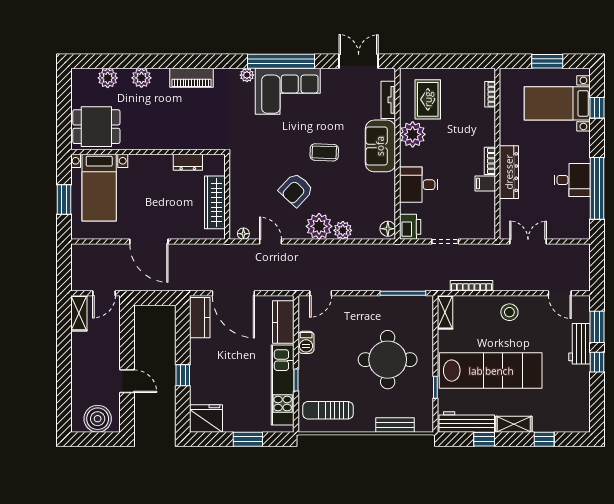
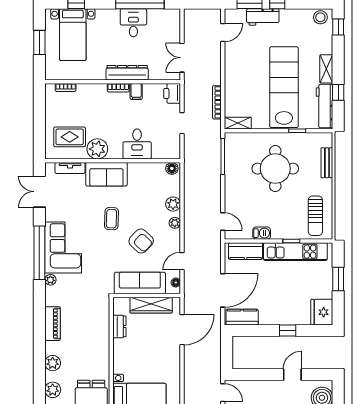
sofa: (243, 188) -> (140, 283), added
plant: (319, 226) -> (175, 223), width x0.53, depth x0.53
printer: (410, 227) -> (172, 93), moved, turned -90
door: (149, 242) -> (182, 330), moved
stool: (509, 312) -> (320, 17), moved
window: (544, 439) -> (338, 27), moved

